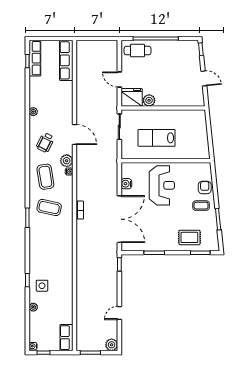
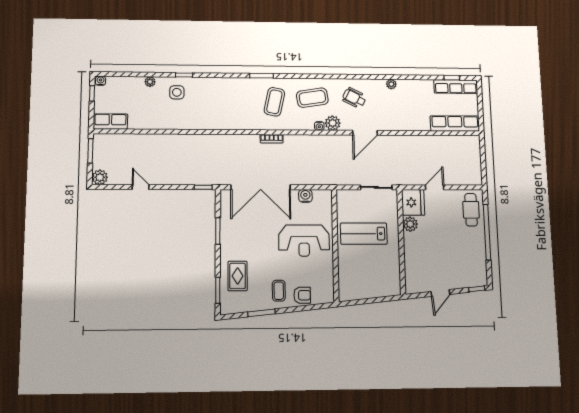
lab bench: (157, 138) -> (364, 234), turned -90

